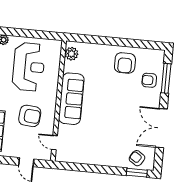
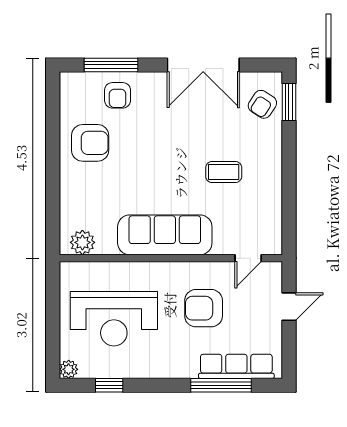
reception desk: (29, 67) -> (114, 319), turned 180
armchair: (30, 116) -> (204, 308), turned -95
coffee table: (102, 134) -> (224, 172), added

